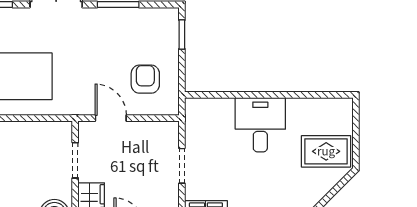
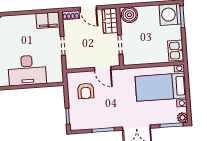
desk: (260, 125) -> (27, 70), width x1.37

